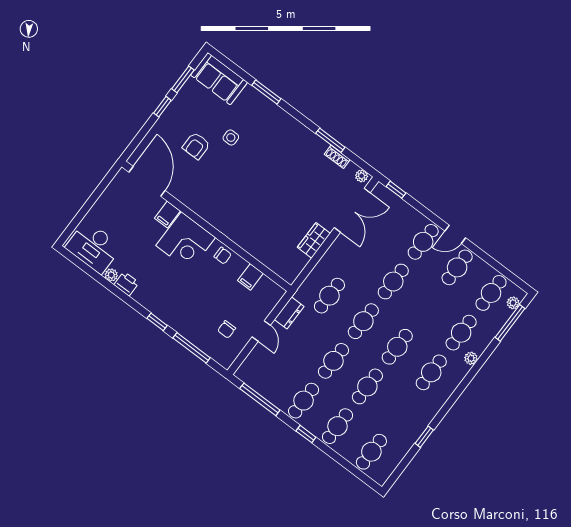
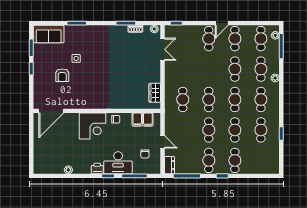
door: (147, 181) -> (51, 111), swing flipped
double door: (352, 210) -> (162, 49), width x0.73
filing cabinet: (167, 215) -> (148, 120), moved
wardrobe: (314, 240) -> (155, 93), moved
desk: (94, 247) -> (118, 163), moved
cafe table: (393, 282) -> (235, 69), moved
printer: (126, 284) -> (97, 169), moved
dresser: (289, 313) -> (169, 165), moved
cafe table: (371, 452) -> (261, 130), moved

